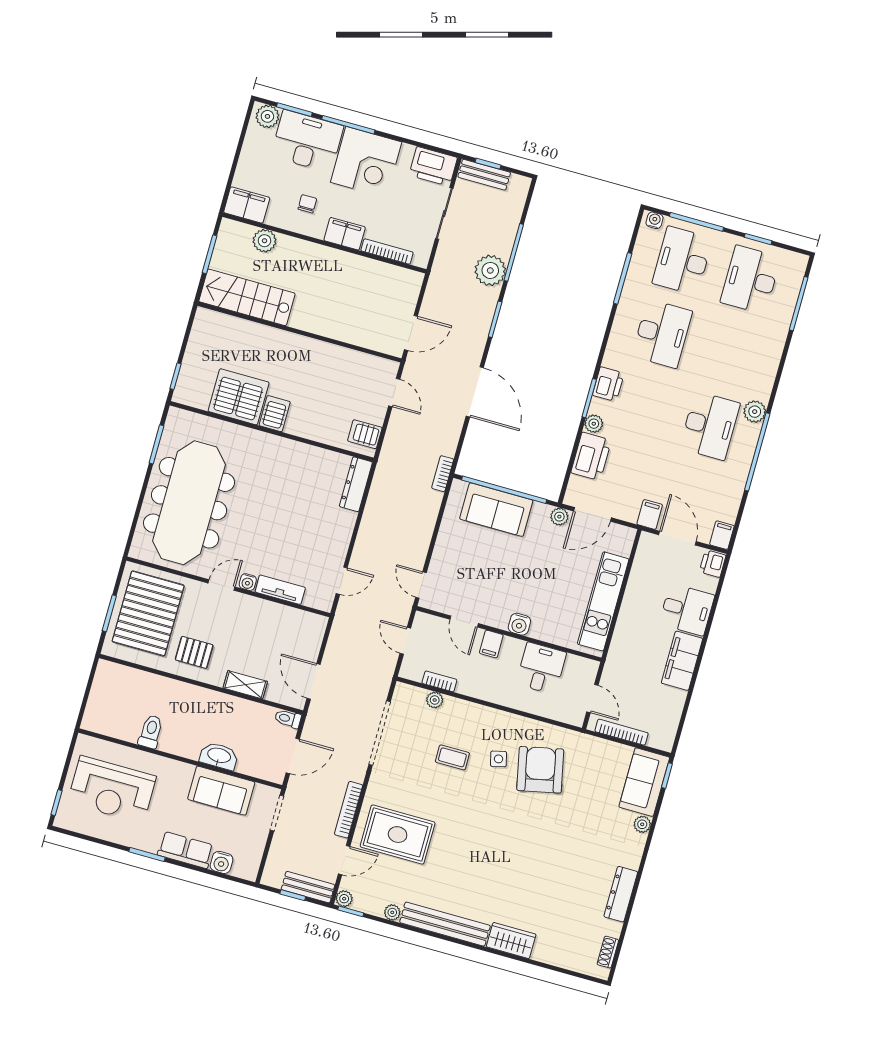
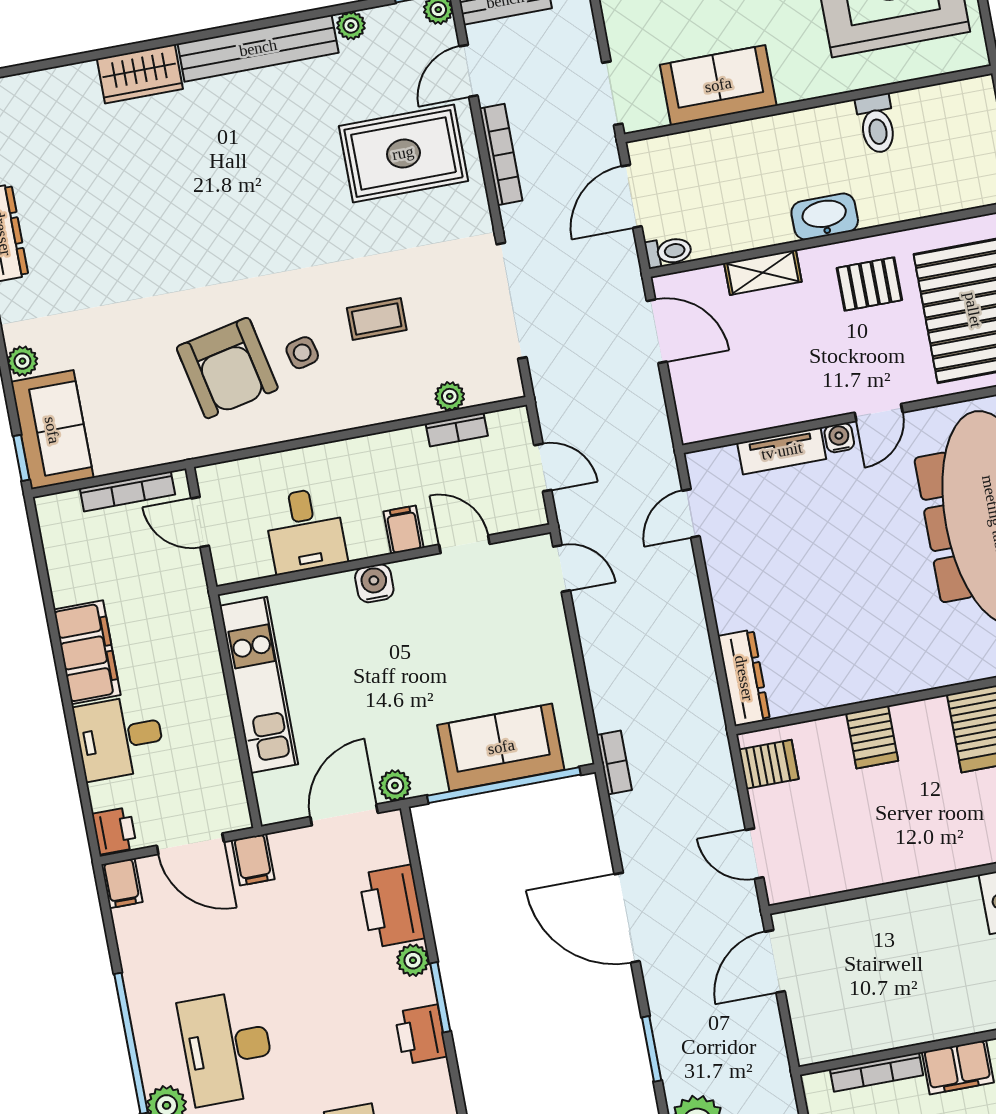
server rack: (275, 414) -> (872, 737), moved
washbasin: (219, 756) -> (825, 217), moved, turned 180

